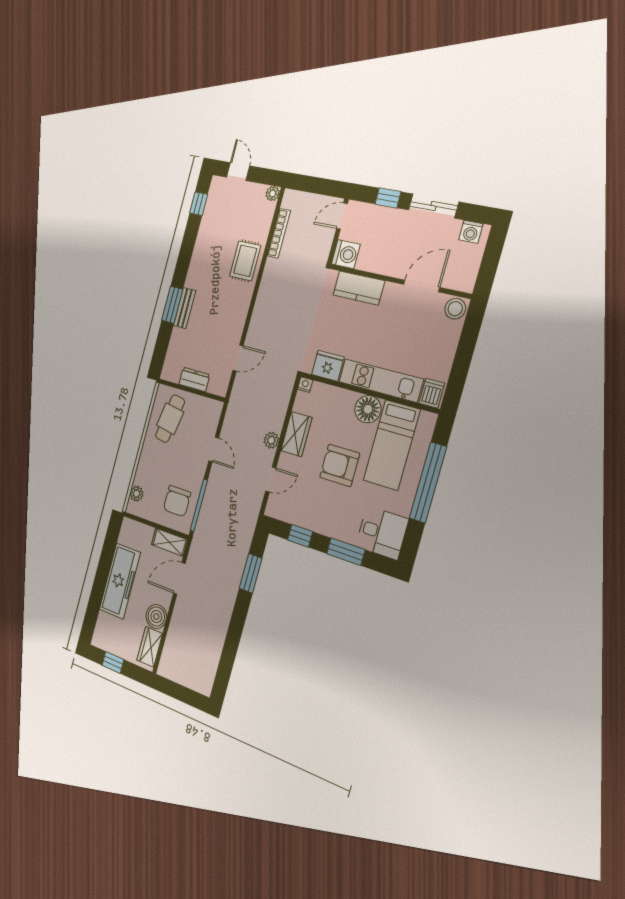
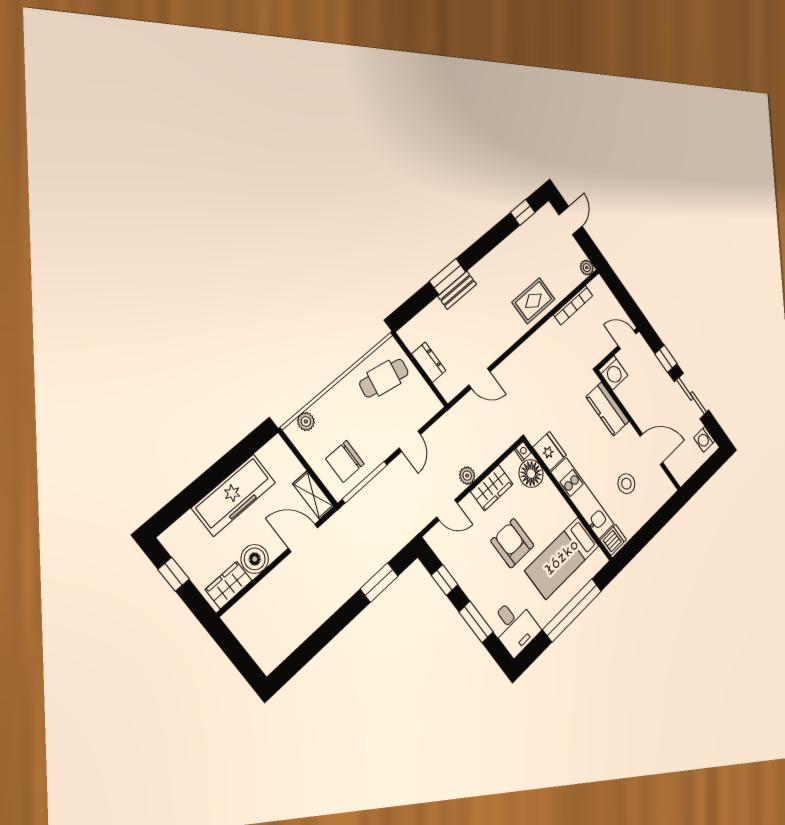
stool: (455, 309) -> (626, 484), moved
floor lamp: (368, 409) -> (531, 474), moved

